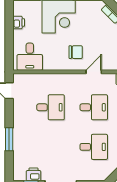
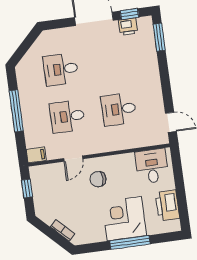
printer: (19, 22) -> (167, 205), width x1.87, depth x1.48
window: (9, 139) -> (159, 37), moved

